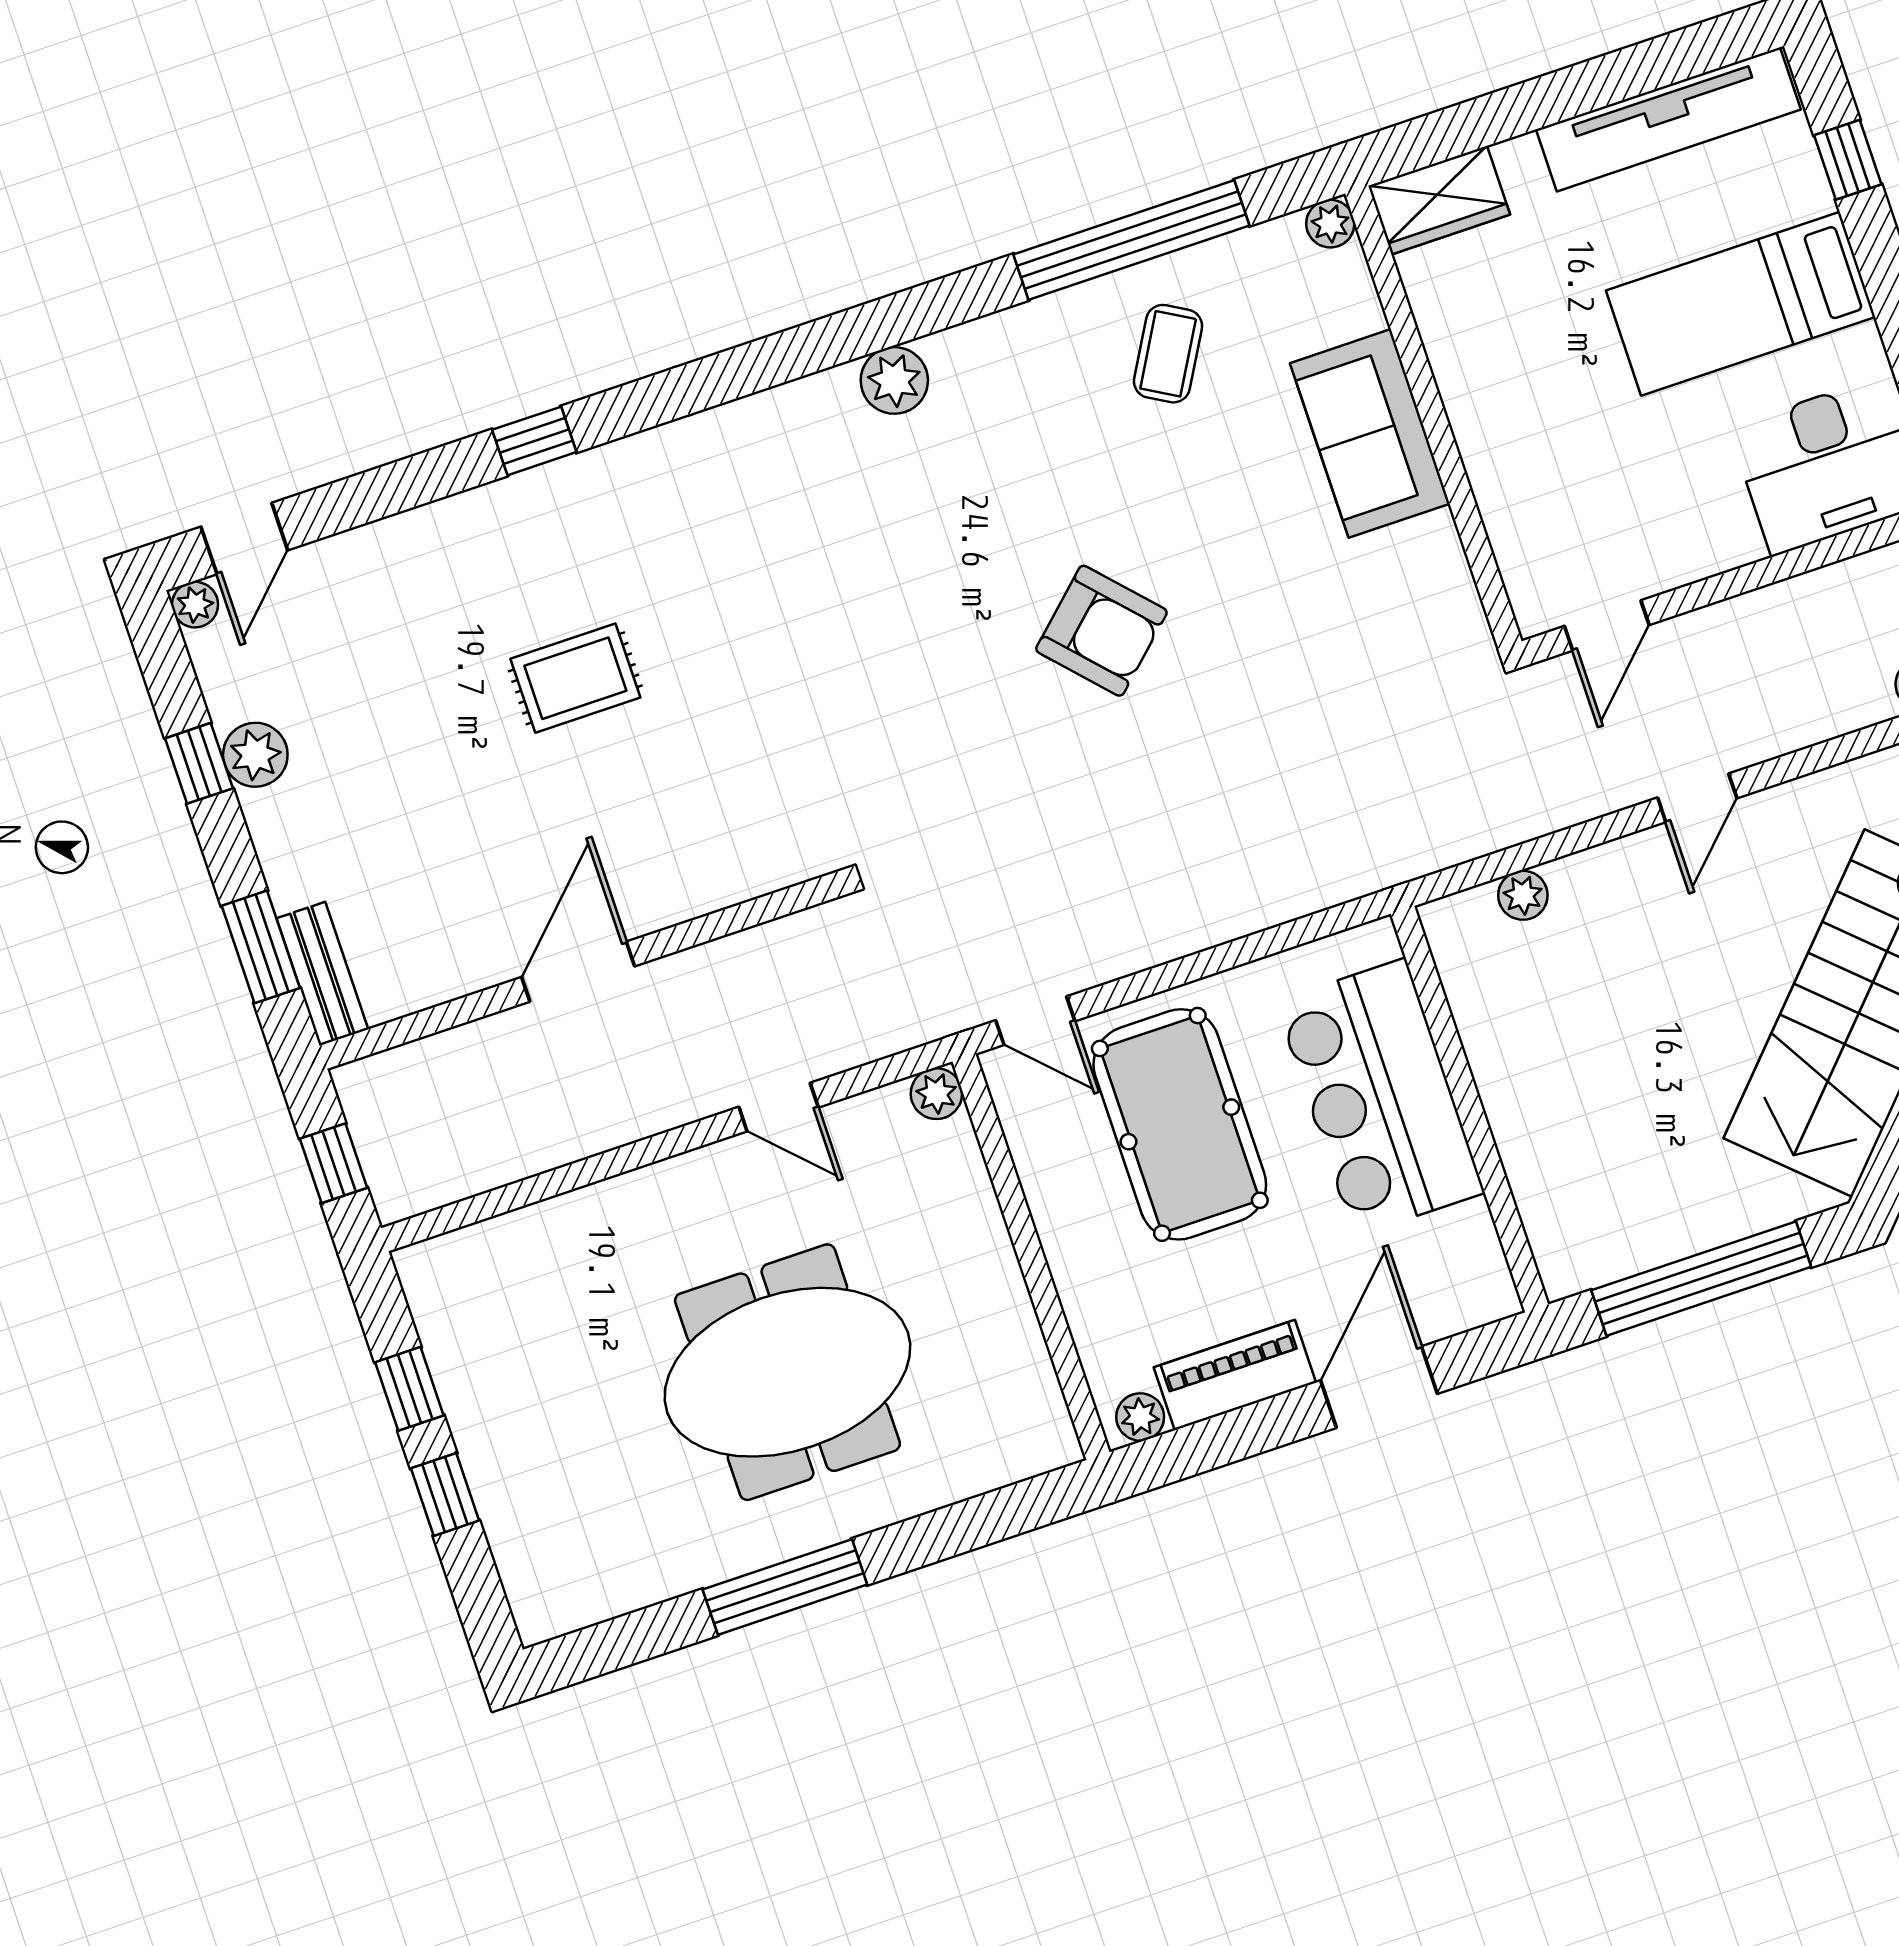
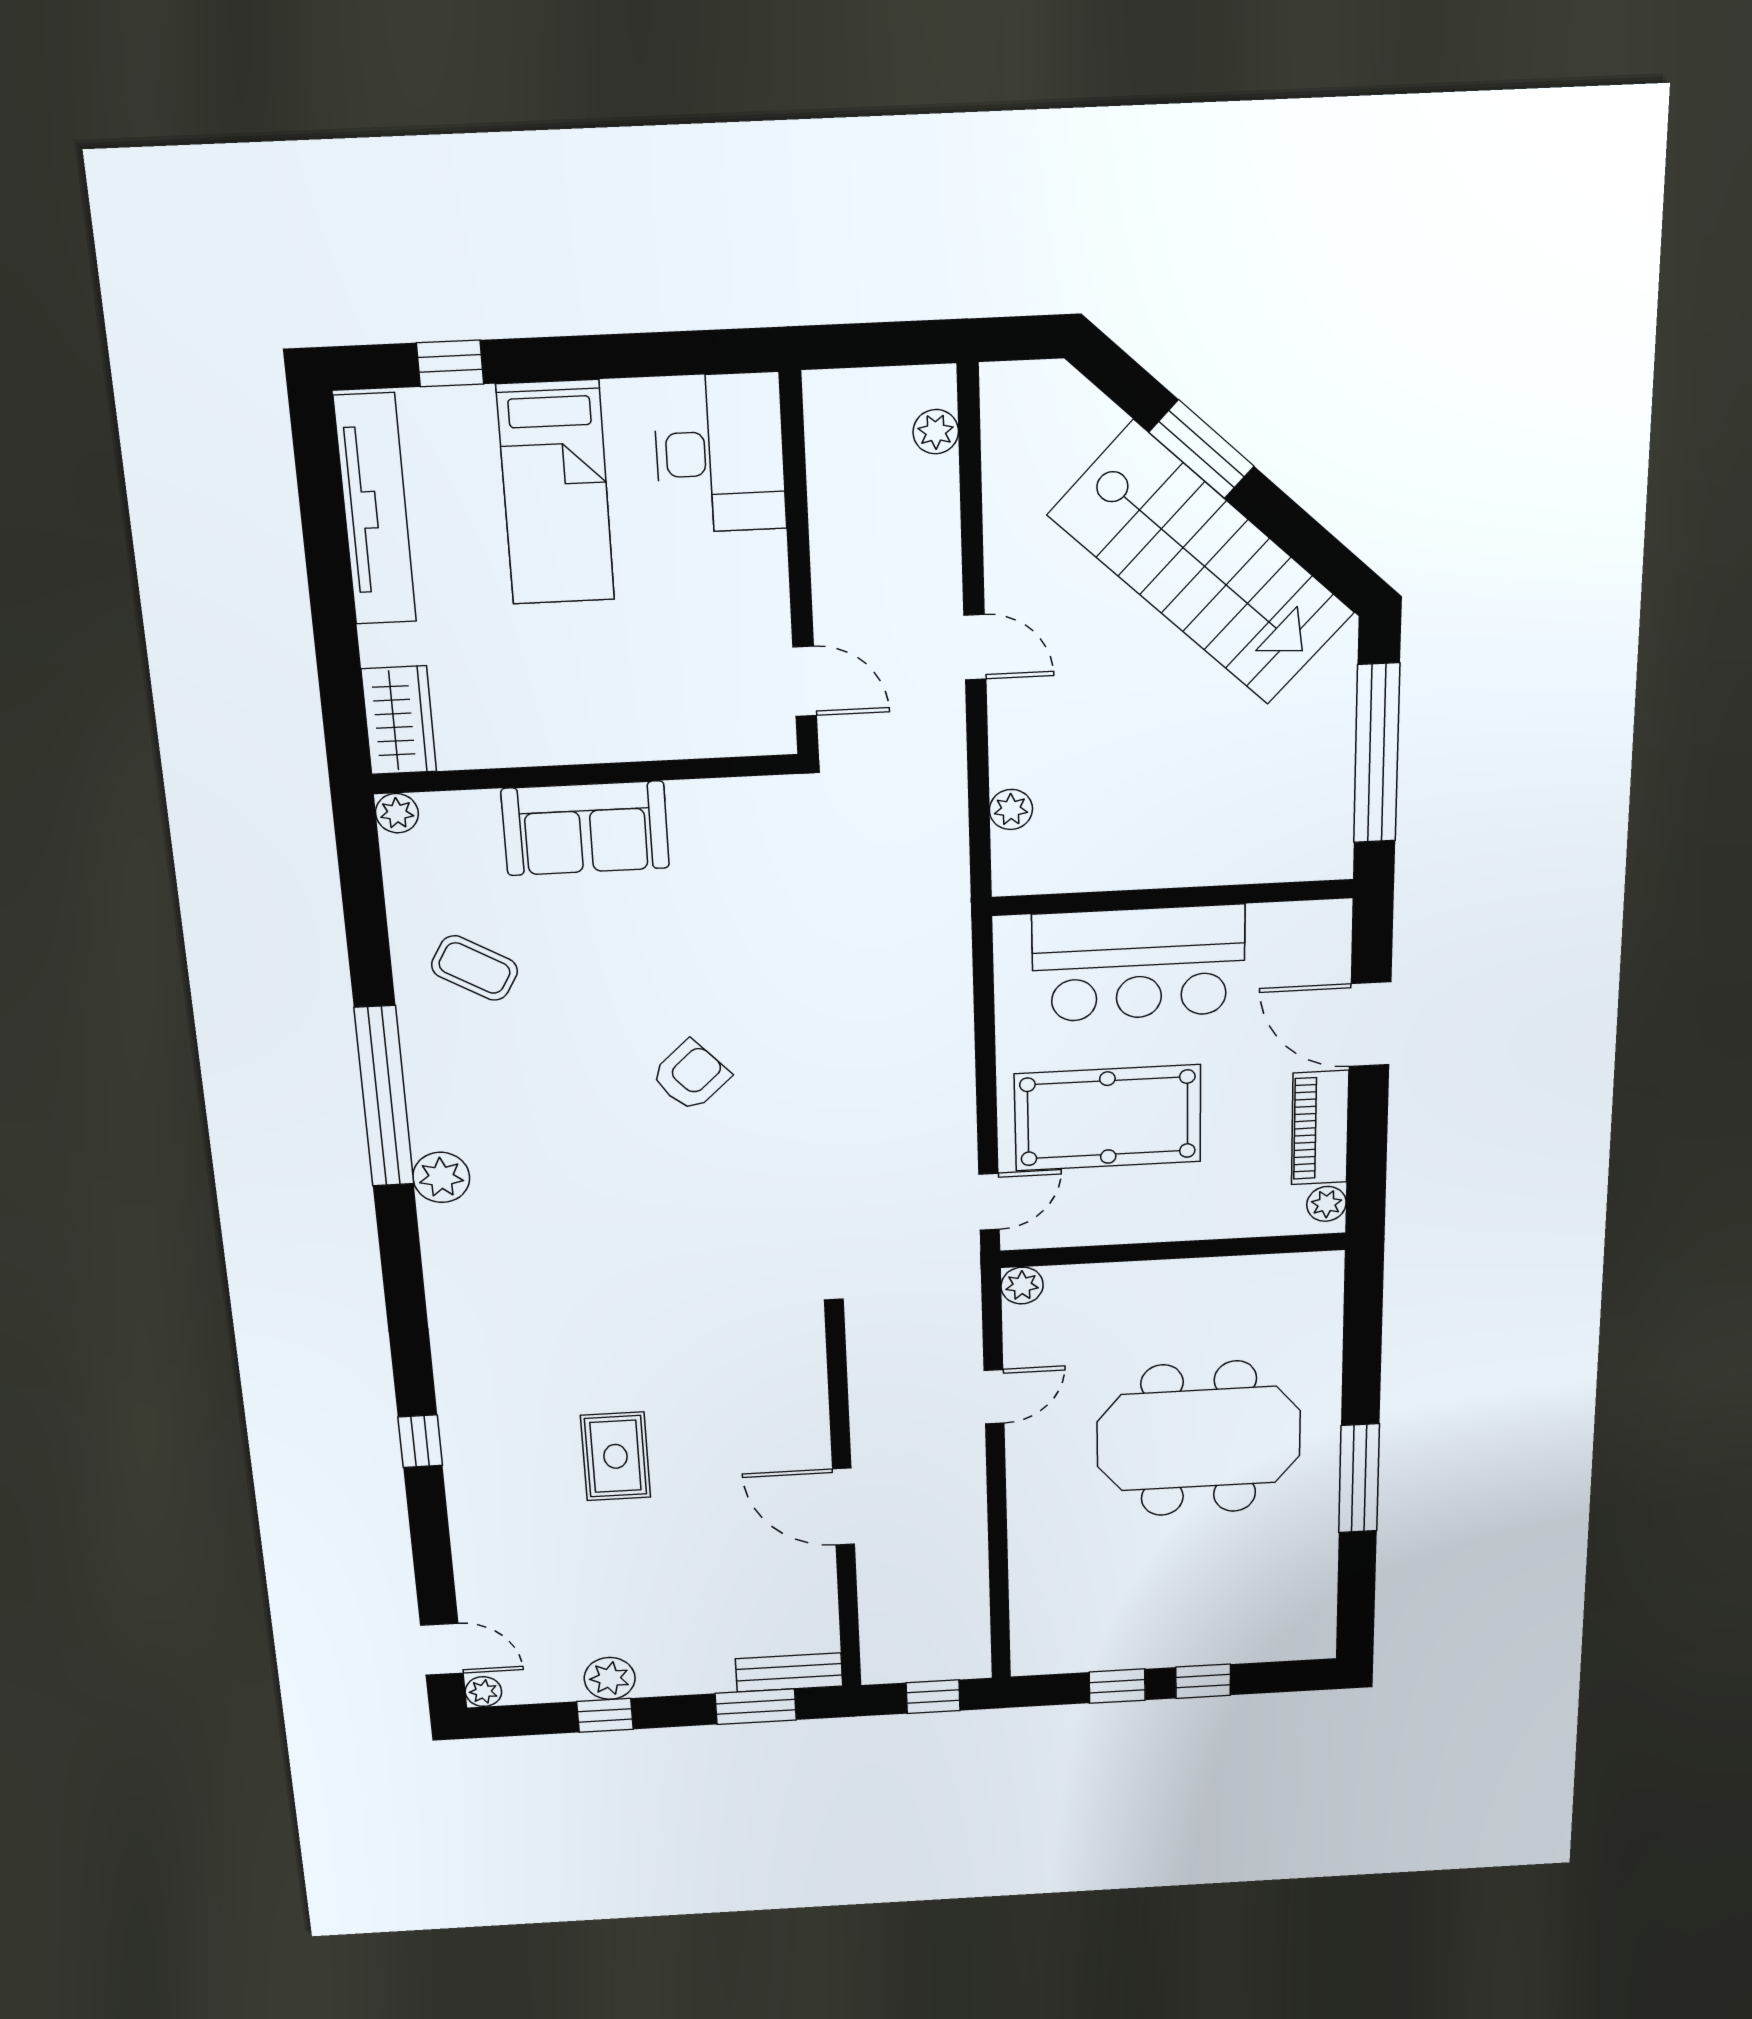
window: (1131, 240) -> (384, 1096), moved
armchair: (1101, 631) -> (691, 1076), width x0.72, depth x0.72
meeting table: (787, 1372) -> (1199, 1439), turned 90

